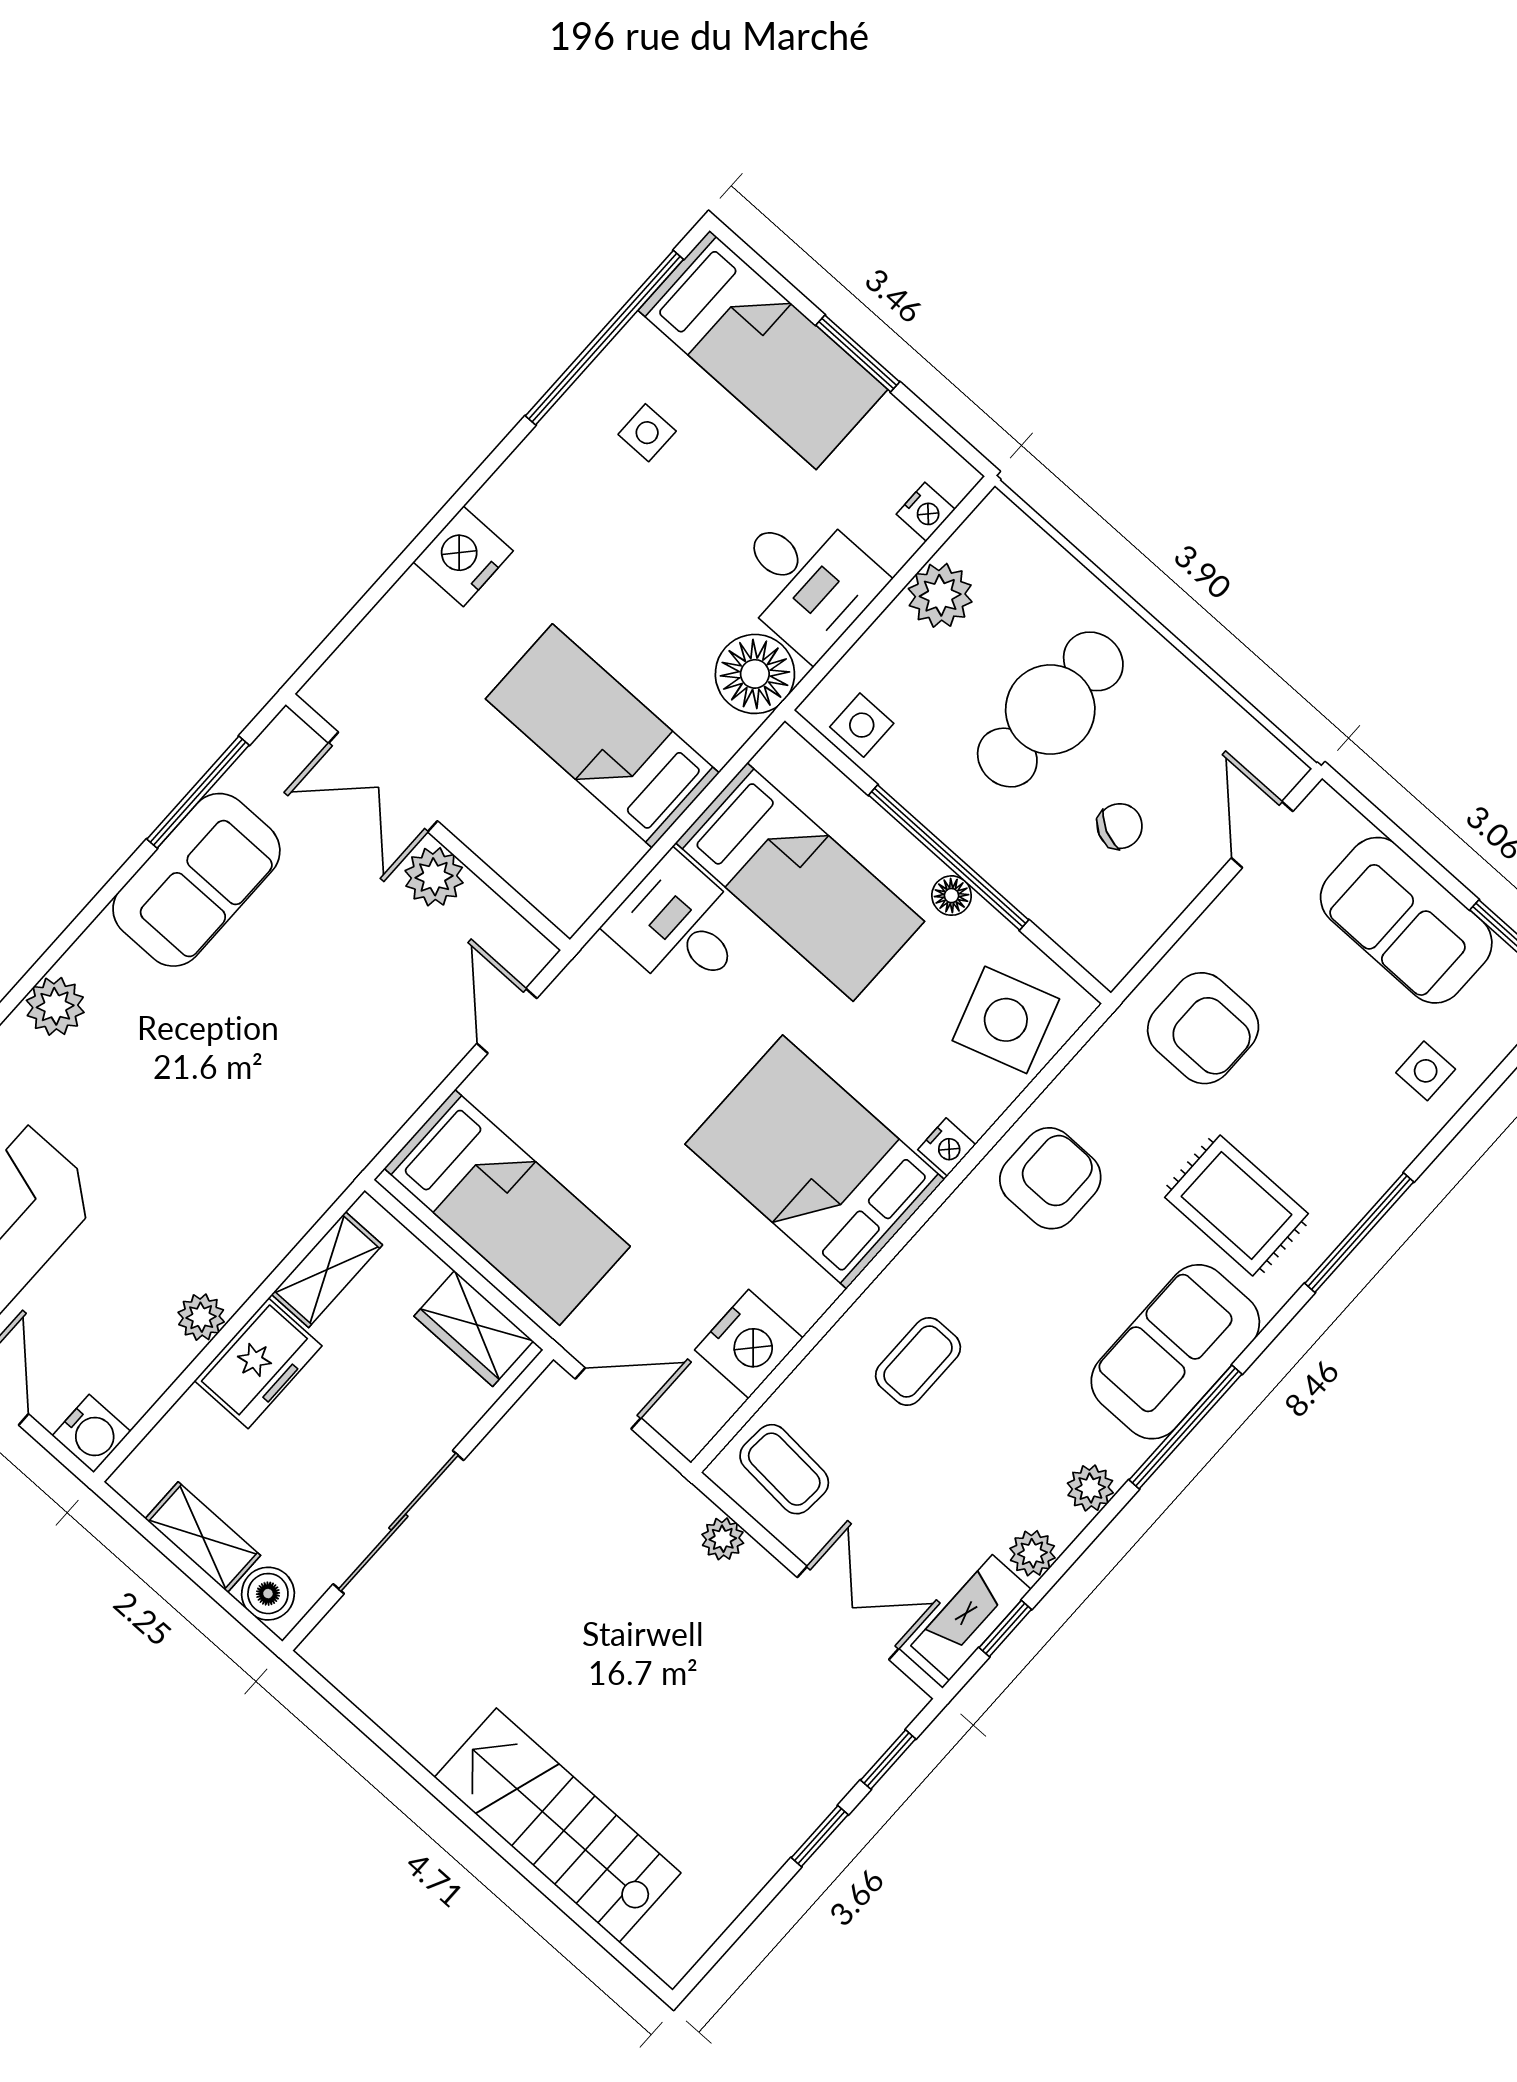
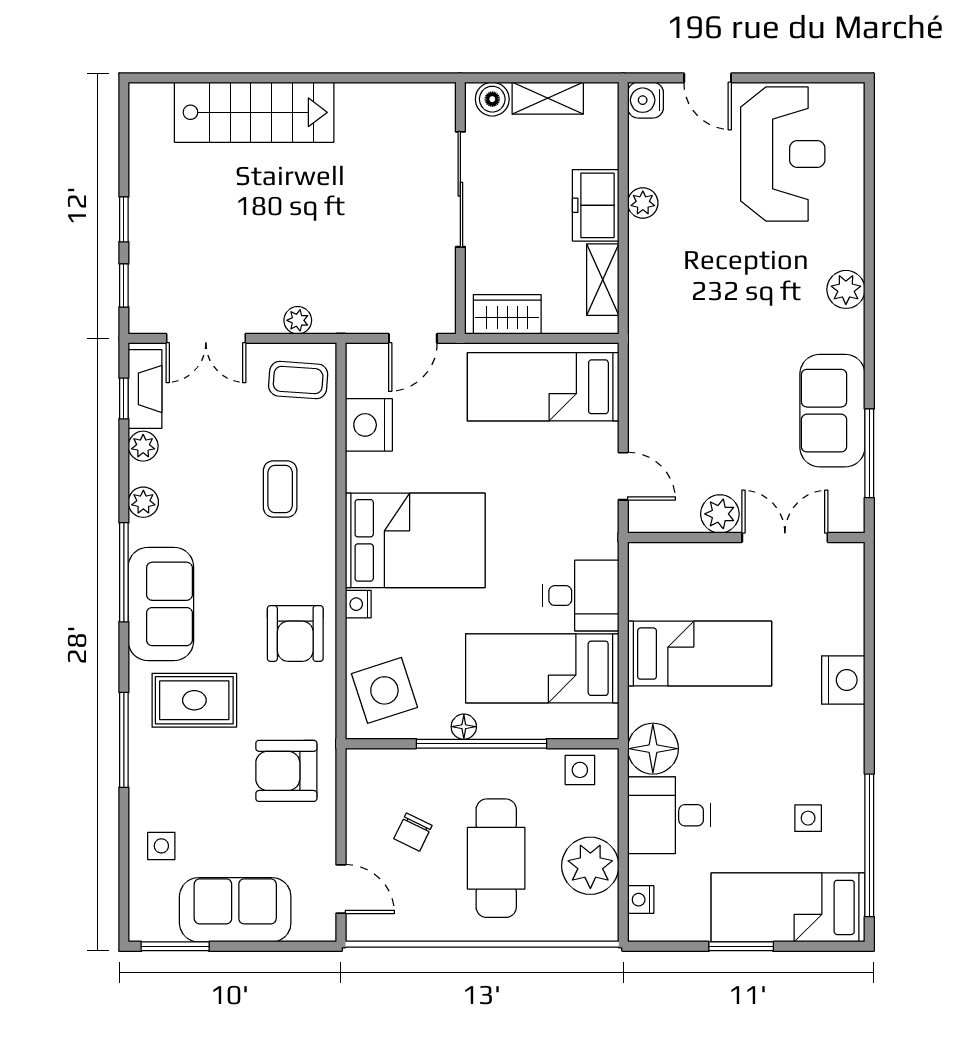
plant: (940, 595) -> (590, 866), width x1.36, depth x1.36

